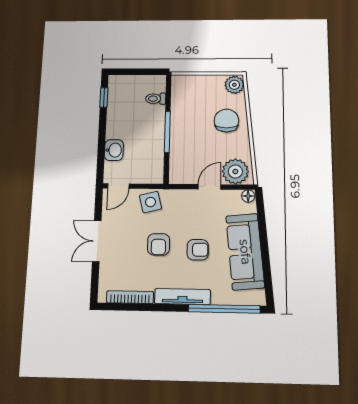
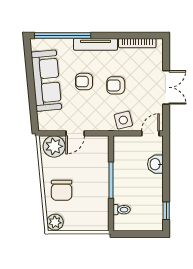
floor lamp: (248, 196) -> (44, 126), removed
armchair: (159, 244) -> (116, 85), turned -90

